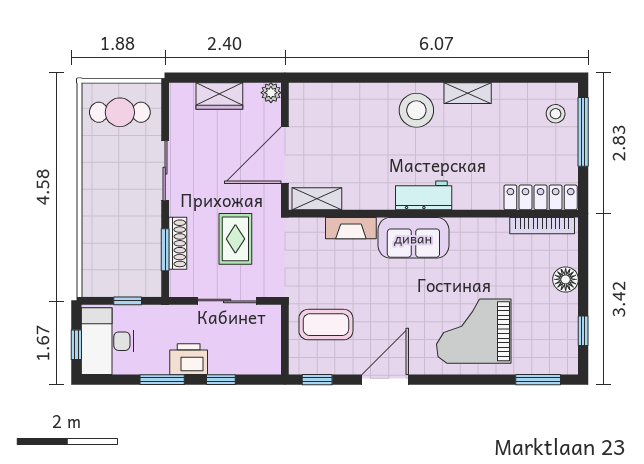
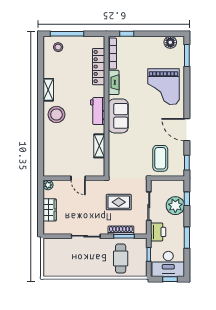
cafe table: (120, 112) -> (121, 258), moved
door: (285, 155) -> (78, 178), width x0.53
locker: (541, 197) -> (99, 67), moved
shelving: (317, 199) -> (99, 146), moved
fireplace: (351, 228) -> (114, 82), moved
floor lamp: (566, 279) -> (170, 42), moved
window: (583, 331) -> (127, 34), moved
plant: (228, 356) -> (175, 206), added
printer: (189, 359) -> (158, 232), moved, turned 180
window: (221, 380) -> (187, 199), moved

